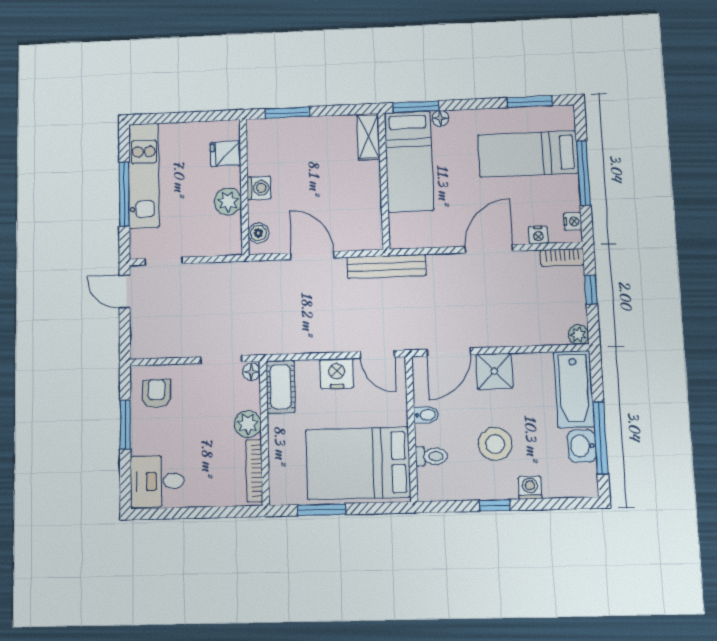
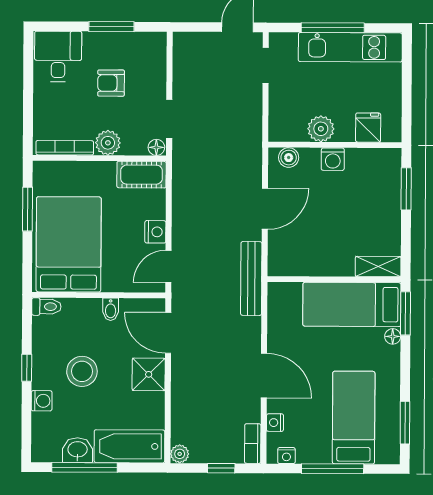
nightstand: (337, 373) -> (155, 232), width x0.74, depth x0.75
armchair: (157, 394) -> (111, 83), moved, turned 180
toilet: (431, 456) -> (46, 307), moved, turned -90

